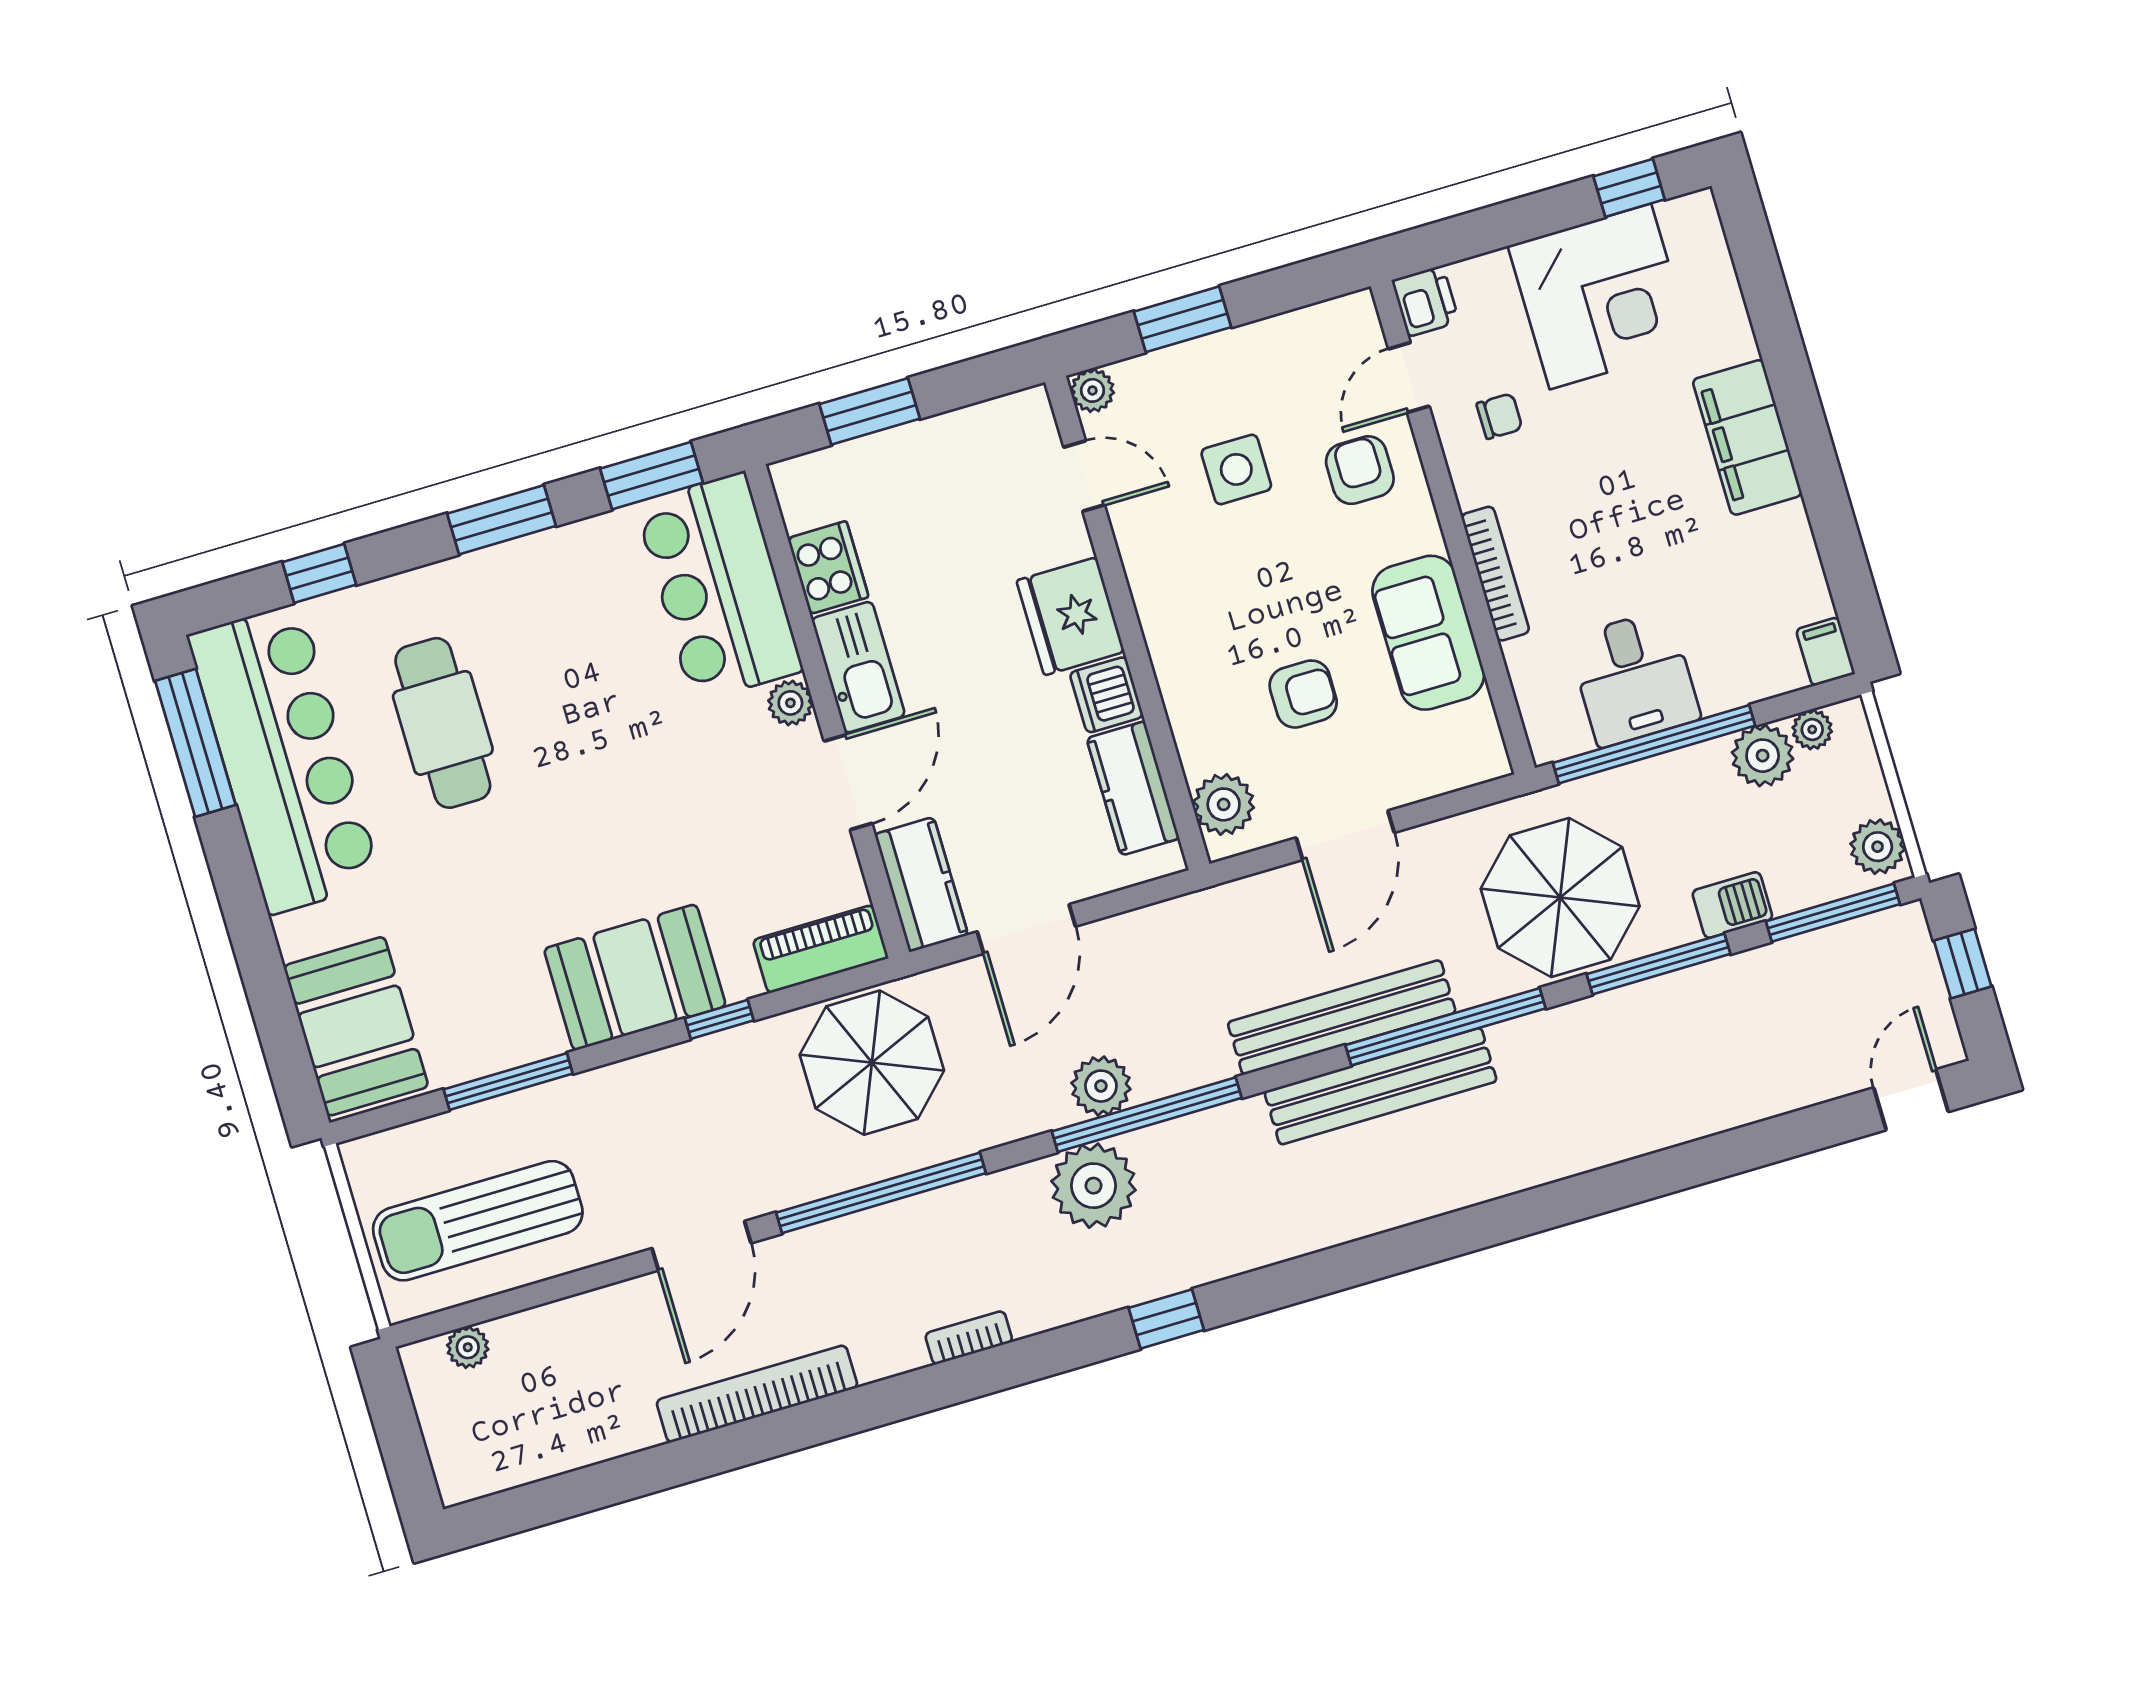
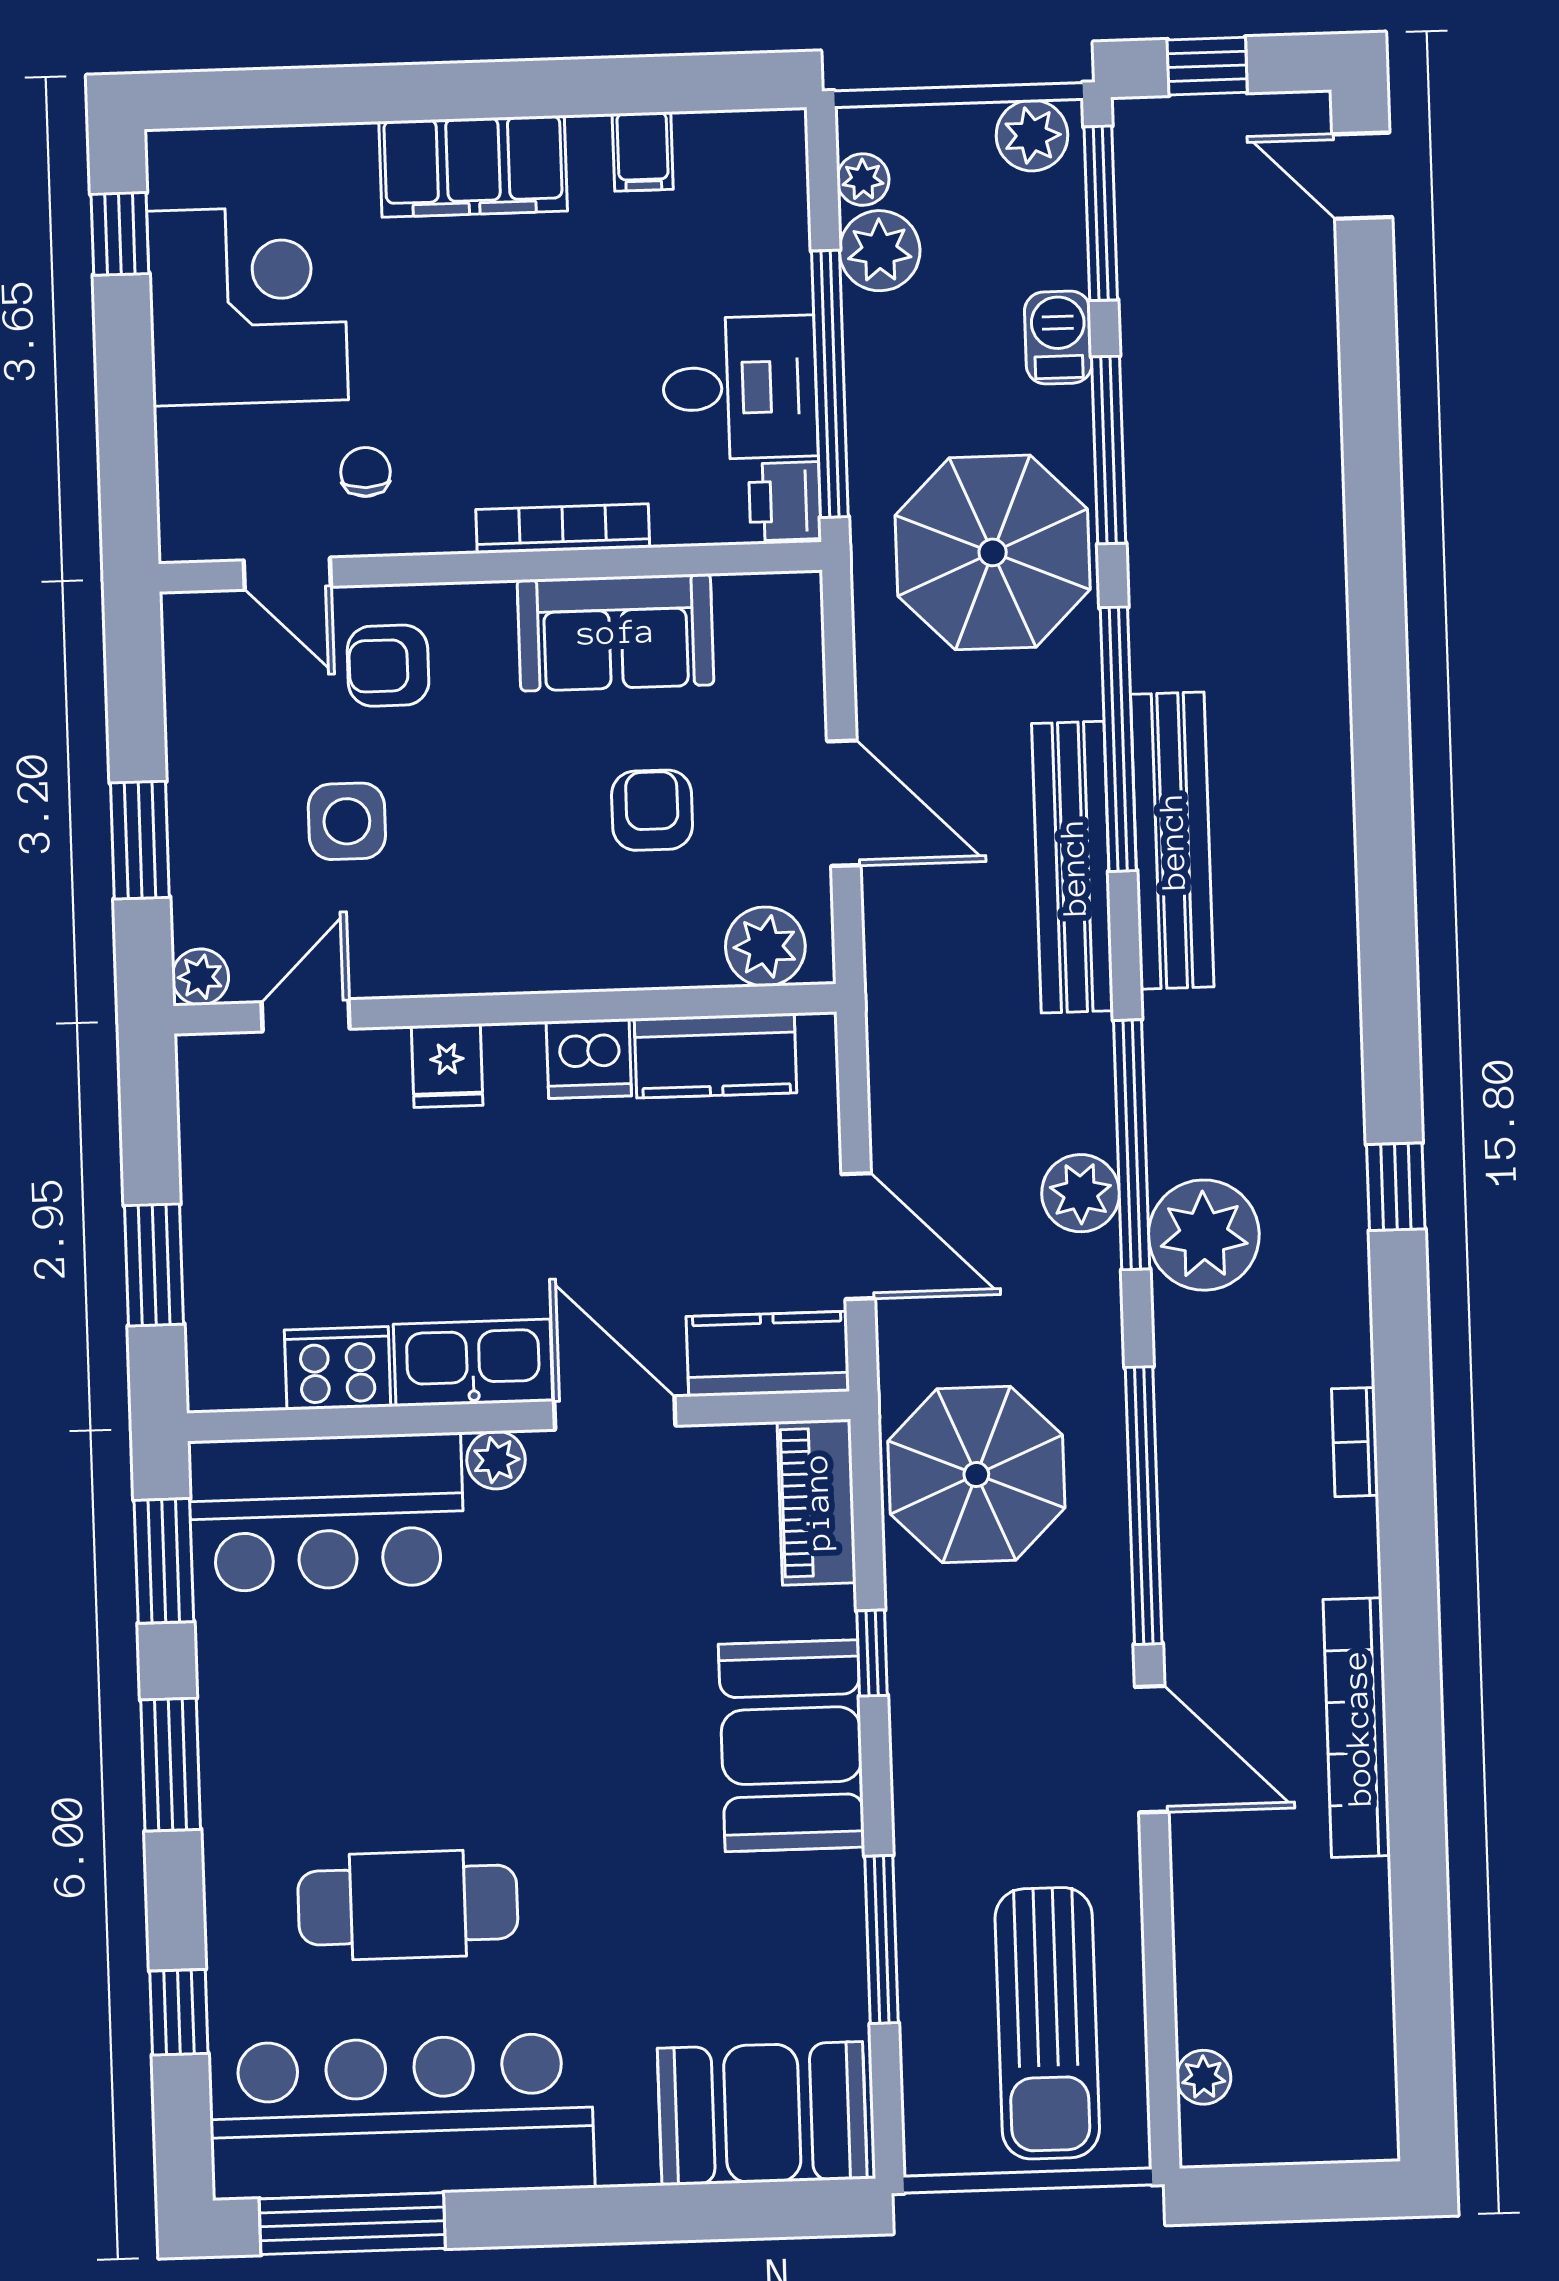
printer: (1425, 301) -> (785, 501), moved, turned -90
fridge: (1070, 616) -> (447, 1066), width x0.53, depth x0.75
filing cabinet: (1825, 652) -> (643, 151), moved, turned -90

